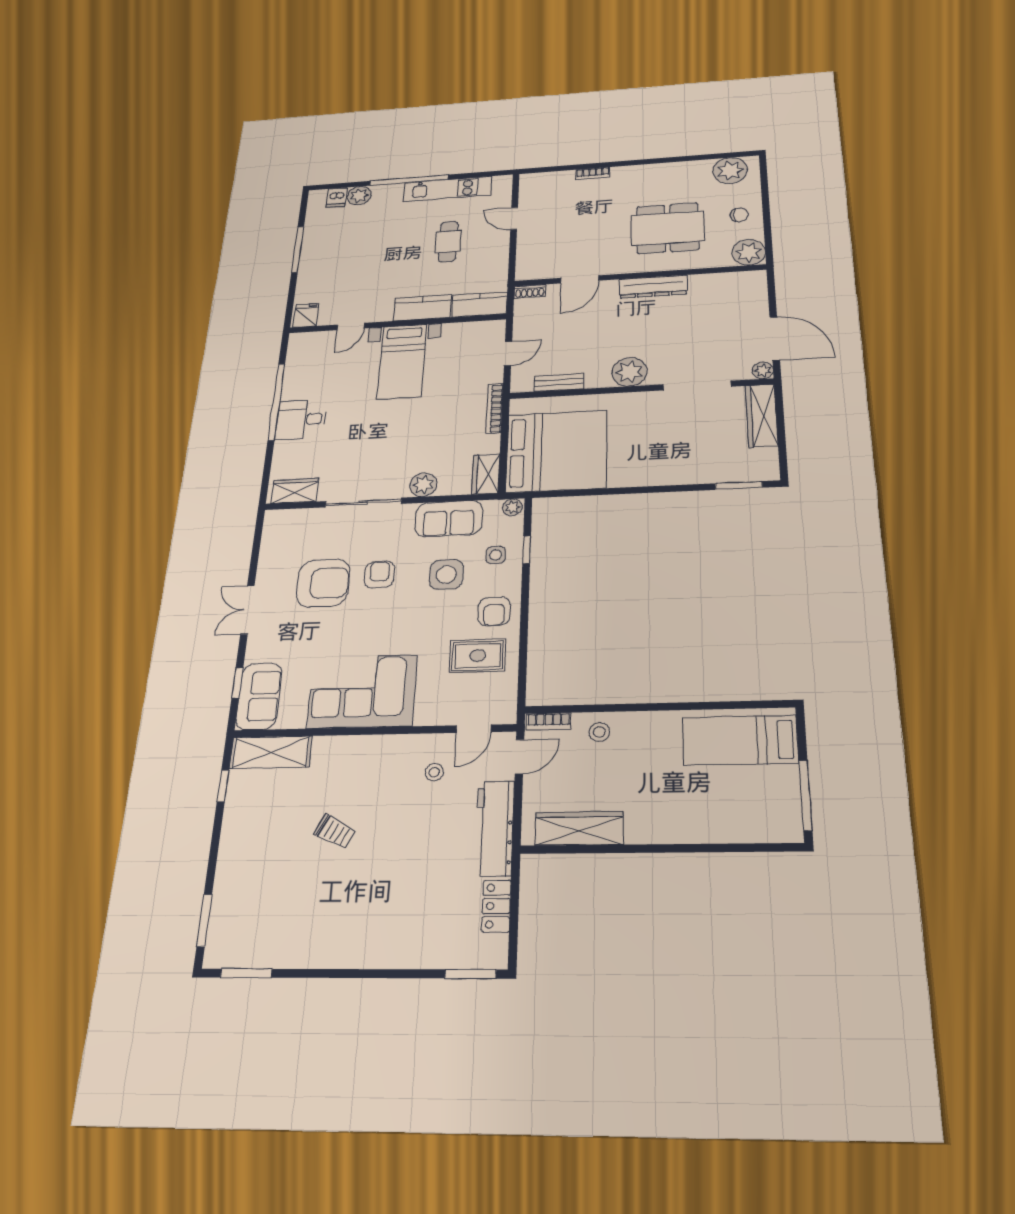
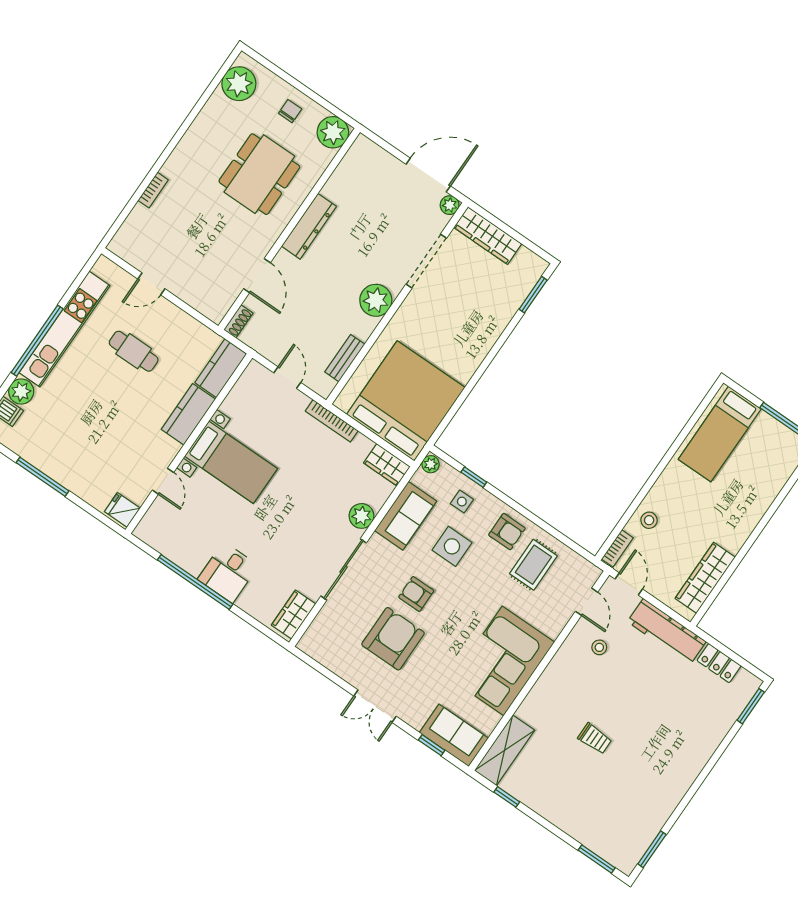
kitchen unit: (448, 189) -> (65, 329), width x1.36
trolley: (335, 832) -> (595, 739), turned 63

